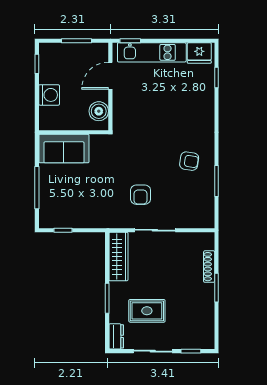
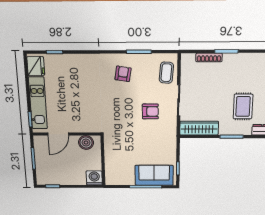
door: (110, 76) -> (58, 134), hinge flipped
washing machine: (49, 95) -> (94, 178), moved
sofa: (64, 149) -> (154, 175), moved, turned -90
coffee table: (190, 215) -> (166, 73), added

